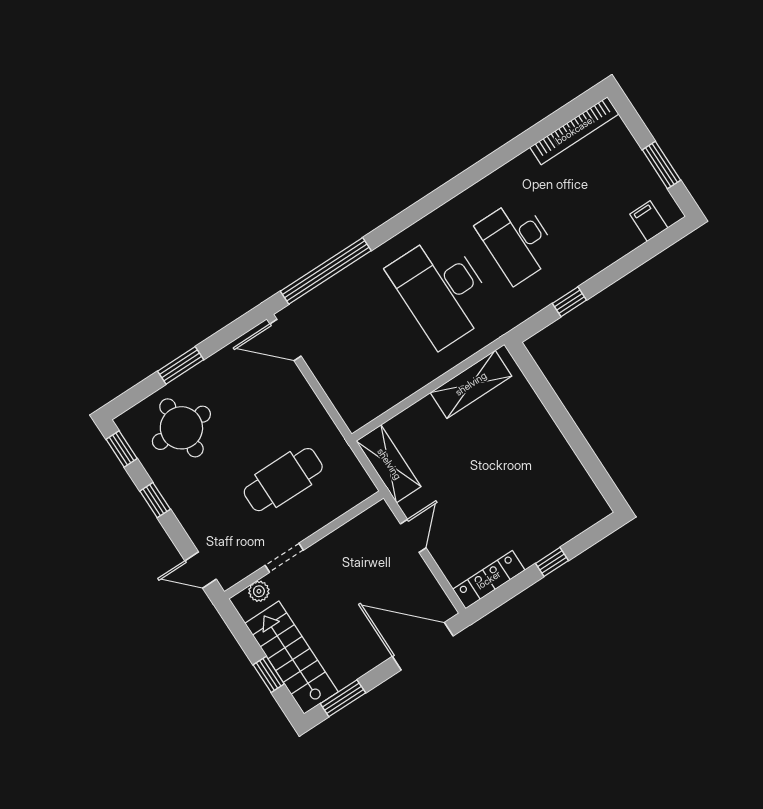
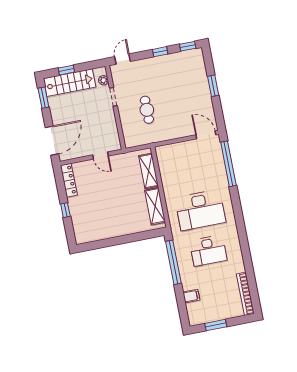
filing cabinet: (649, 221) -> (191, 296), moved
desk: (517, 241) -> (208, 251), turned 180
desk: (442, 290) -> (200, 210), turned 180
window: (569, 302) -> (173, 262), width x3.17
door: (286, 340) -> (206, 135), hinge flipped
round table: (181, 428) -> (186, 75), removed
shelving: (389, 464) -> (148, 171), moved, turned 90
cafe table: (283, 480) -> (147, 110), width x0.73, depth x0.74

